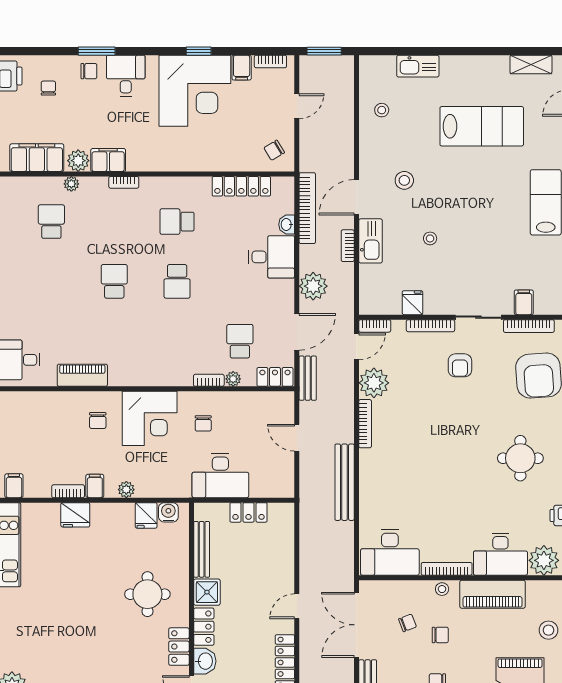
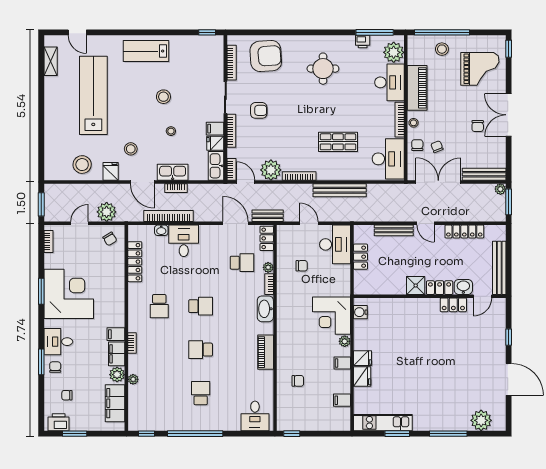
window: (199, 51) -> (41, 291), width x1.50
kitchen sink: (418, 66) -> (216, 166), moved, turned 180
filing cabinet: (242, 68) -> (116, 334), moved, turned 180
door: (297, 106) -> (79, 223), hinge flipped
stool: (382, 110) -> (82, 165), width x1.89, depth x1.89
lab bench: (482, 126) -> (93, 95), width x1.36
fridge: (372, 151) -> (111, 171), added
bookcase: (307, 208) -> (168, 216), moved
school desk: (51, 222) -> (201, 393), moved, turned 90
stool: (480, 228) -> (163, 97), added
plant: (313, 286) -> (107, 212), moved
filing cabinet: (524, 302) -> (215, 129), moved
school desk: (240, 341) -> (242, 263), turned 180
piano: (82, 375) -> (266, 352), moved
washbasin: (173, 375) -> (265, 309), added
corner desk: (150, 418) -> (331, 316), moved, turned 180
chair: (98, 421) -> (298, 381), moved
chair: (203, 423) -> (302, 266), moved
door: (297, 438) -> (309, 223), swing flipped
desk: (220, 476) -> (335, 244), moved
shop shelf: (414, 480) -> (338, 142), added
filing cabinet: (14, 486) -> (342, 400), moved
bookcase: (68, 491) -> (346, 382), removed
fridge: (146, 515) -> (363, 358), moved
bench: (202, 549) -> (394, 230), moved
round table: (147, 594) -> (417, 327), removed
double door: (356, 625) -> (438, 182), swing flipped
chair: (440, 635) -> (417, 145), moved

